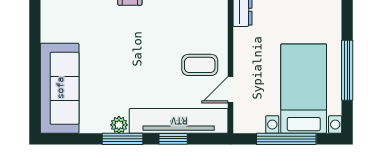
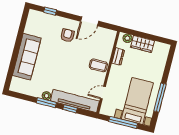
coffee table: (200, 65) -> (98, 65), moved
sofa: (60, 88) -> (27, 57), moved

